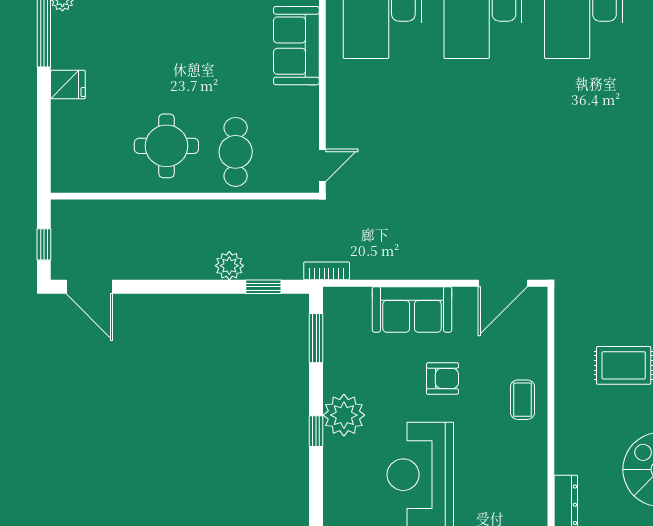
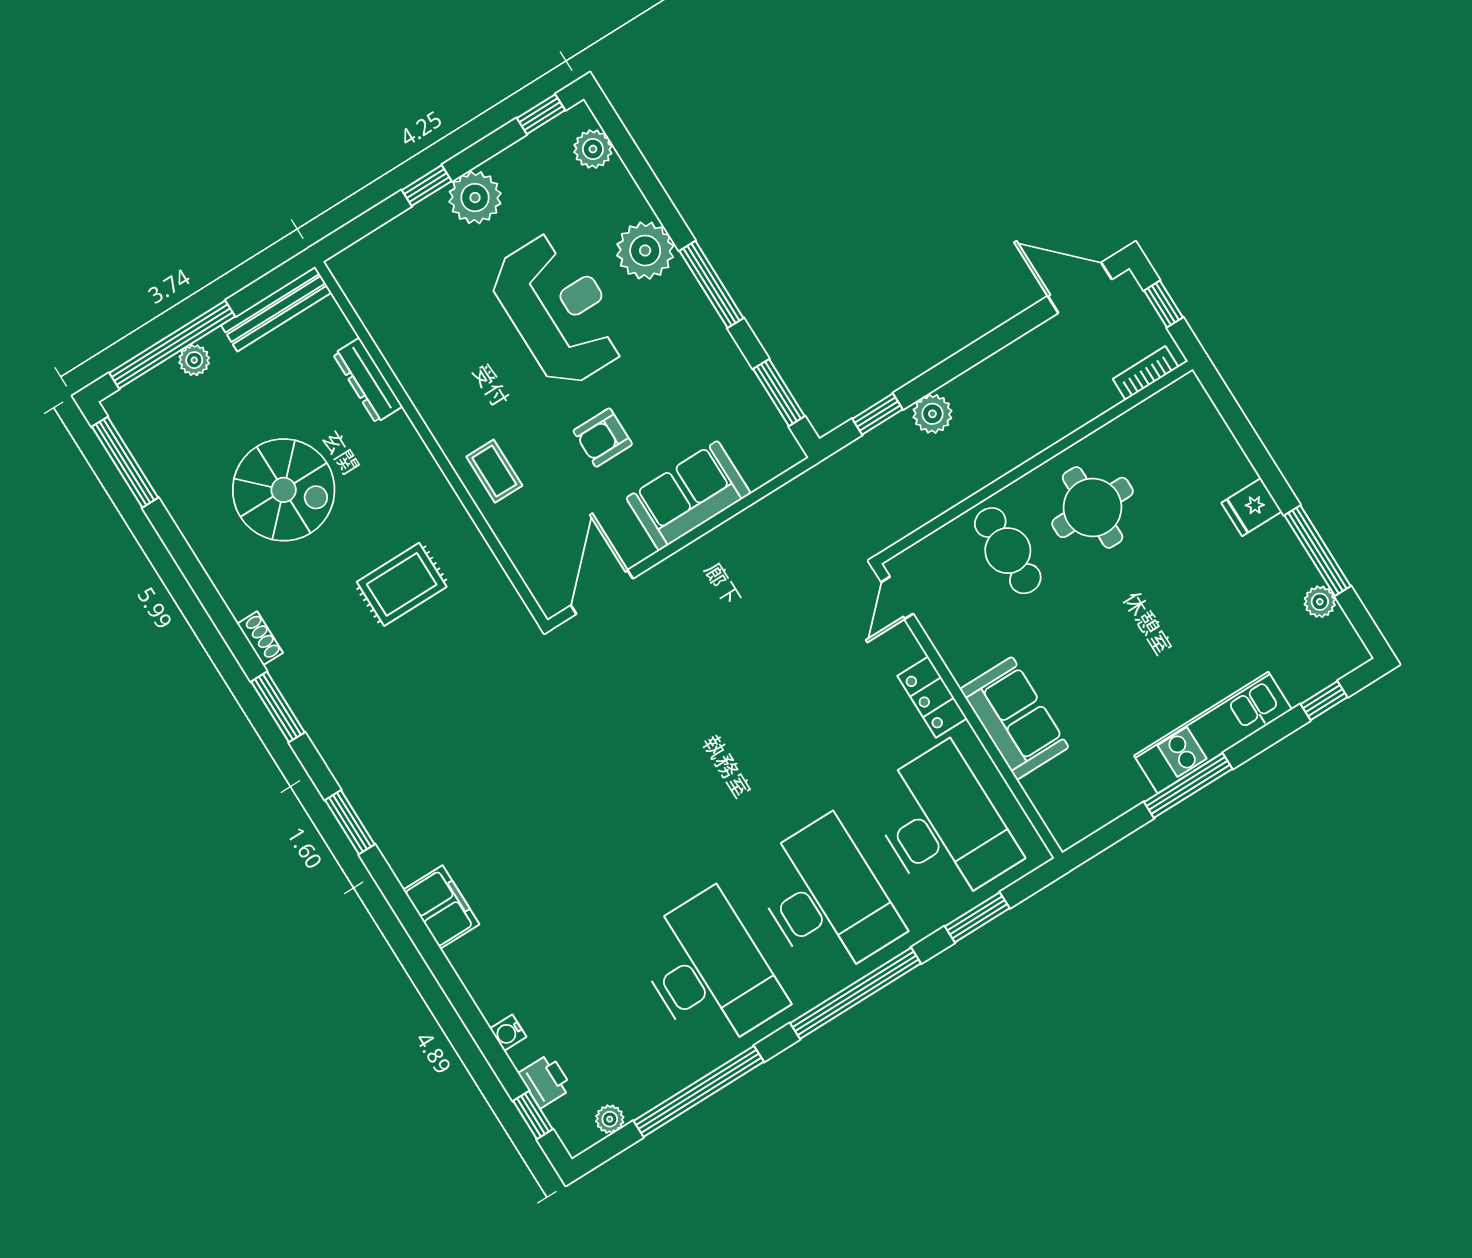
locker: (339, 90) -> (932, 697), added
bookcase: (327, 271) -> (1146, 373), moved, turned 180
plant: (344, 415) -> (645, 251), moved
window: (316, 431) -> (711, 284), width x2.17

